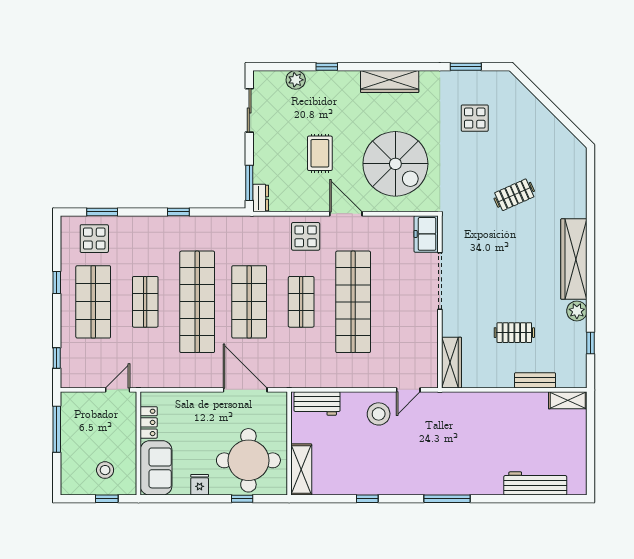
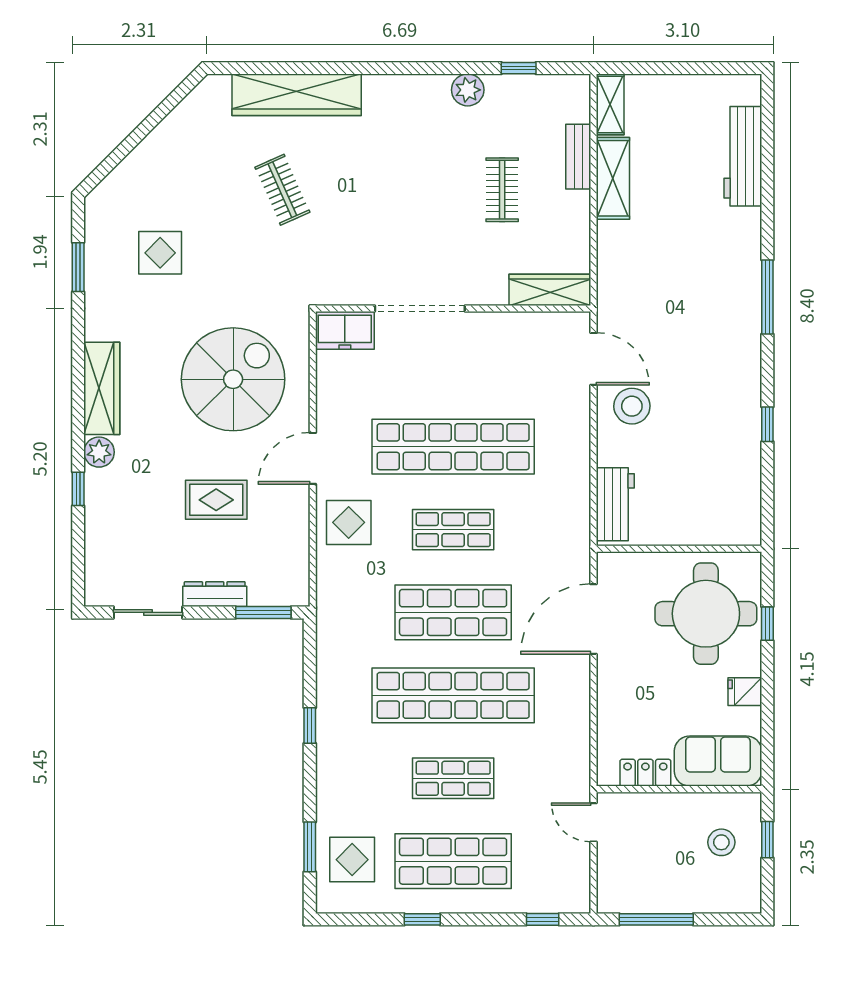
plant: (296, 80) -> (99, 452), moved
dresser: (261, 198) -> (215, 594), moved, width x1.44
wardrobe: (574, 259) -> (297, 95), moved
door: (408, 390) -> (594, 359), width x1.38
shelving: (301, 470) -> (613, 178), moved, turned 90

